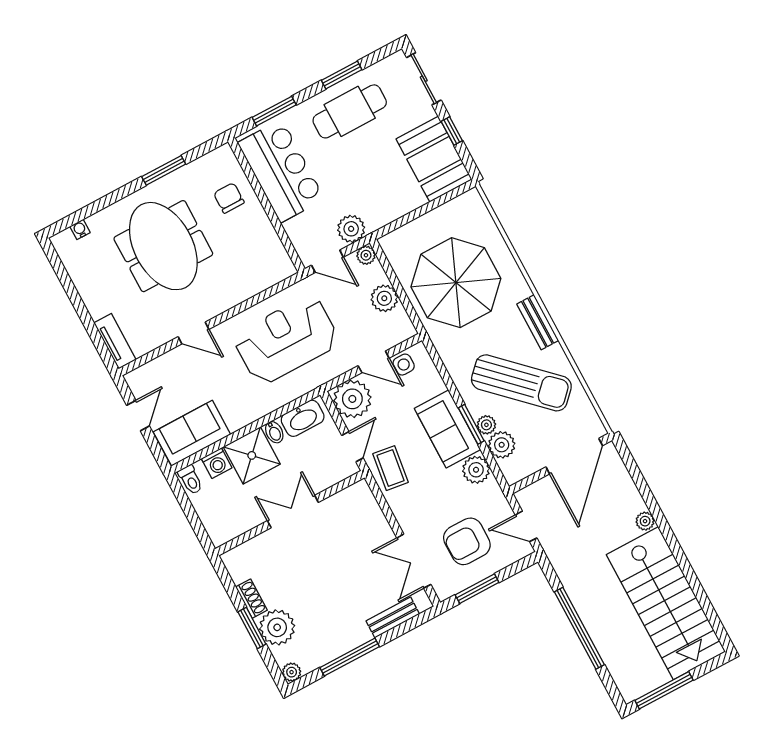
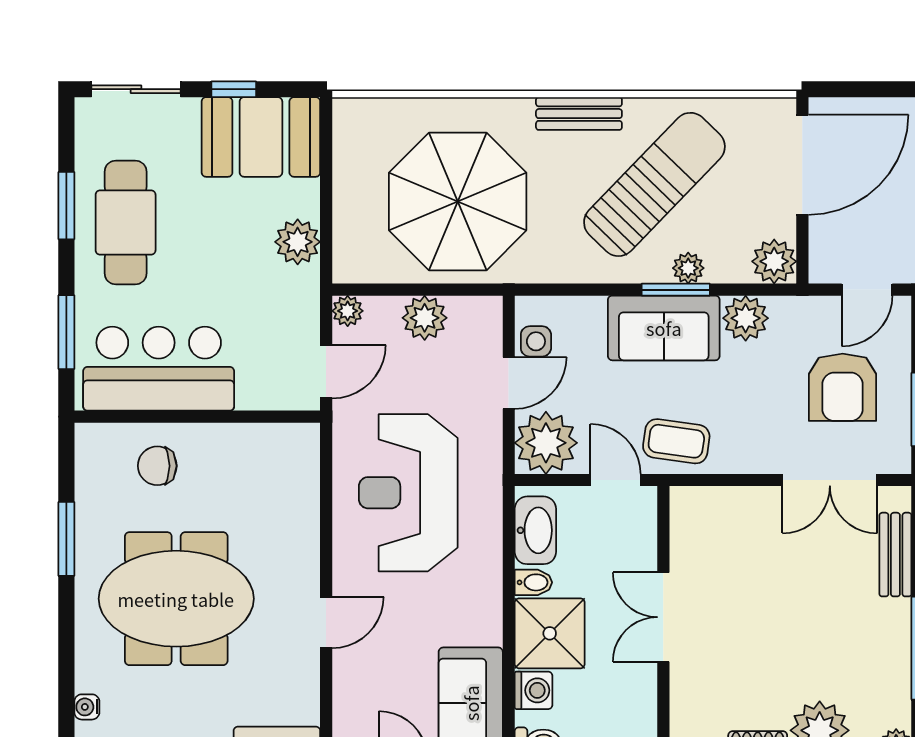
plant: (351, 229) -> (298, 242), moved
plant: (502, 445) -> (774, 261), moved
door: (574, 456) -> (802, 165), hinge flipped

